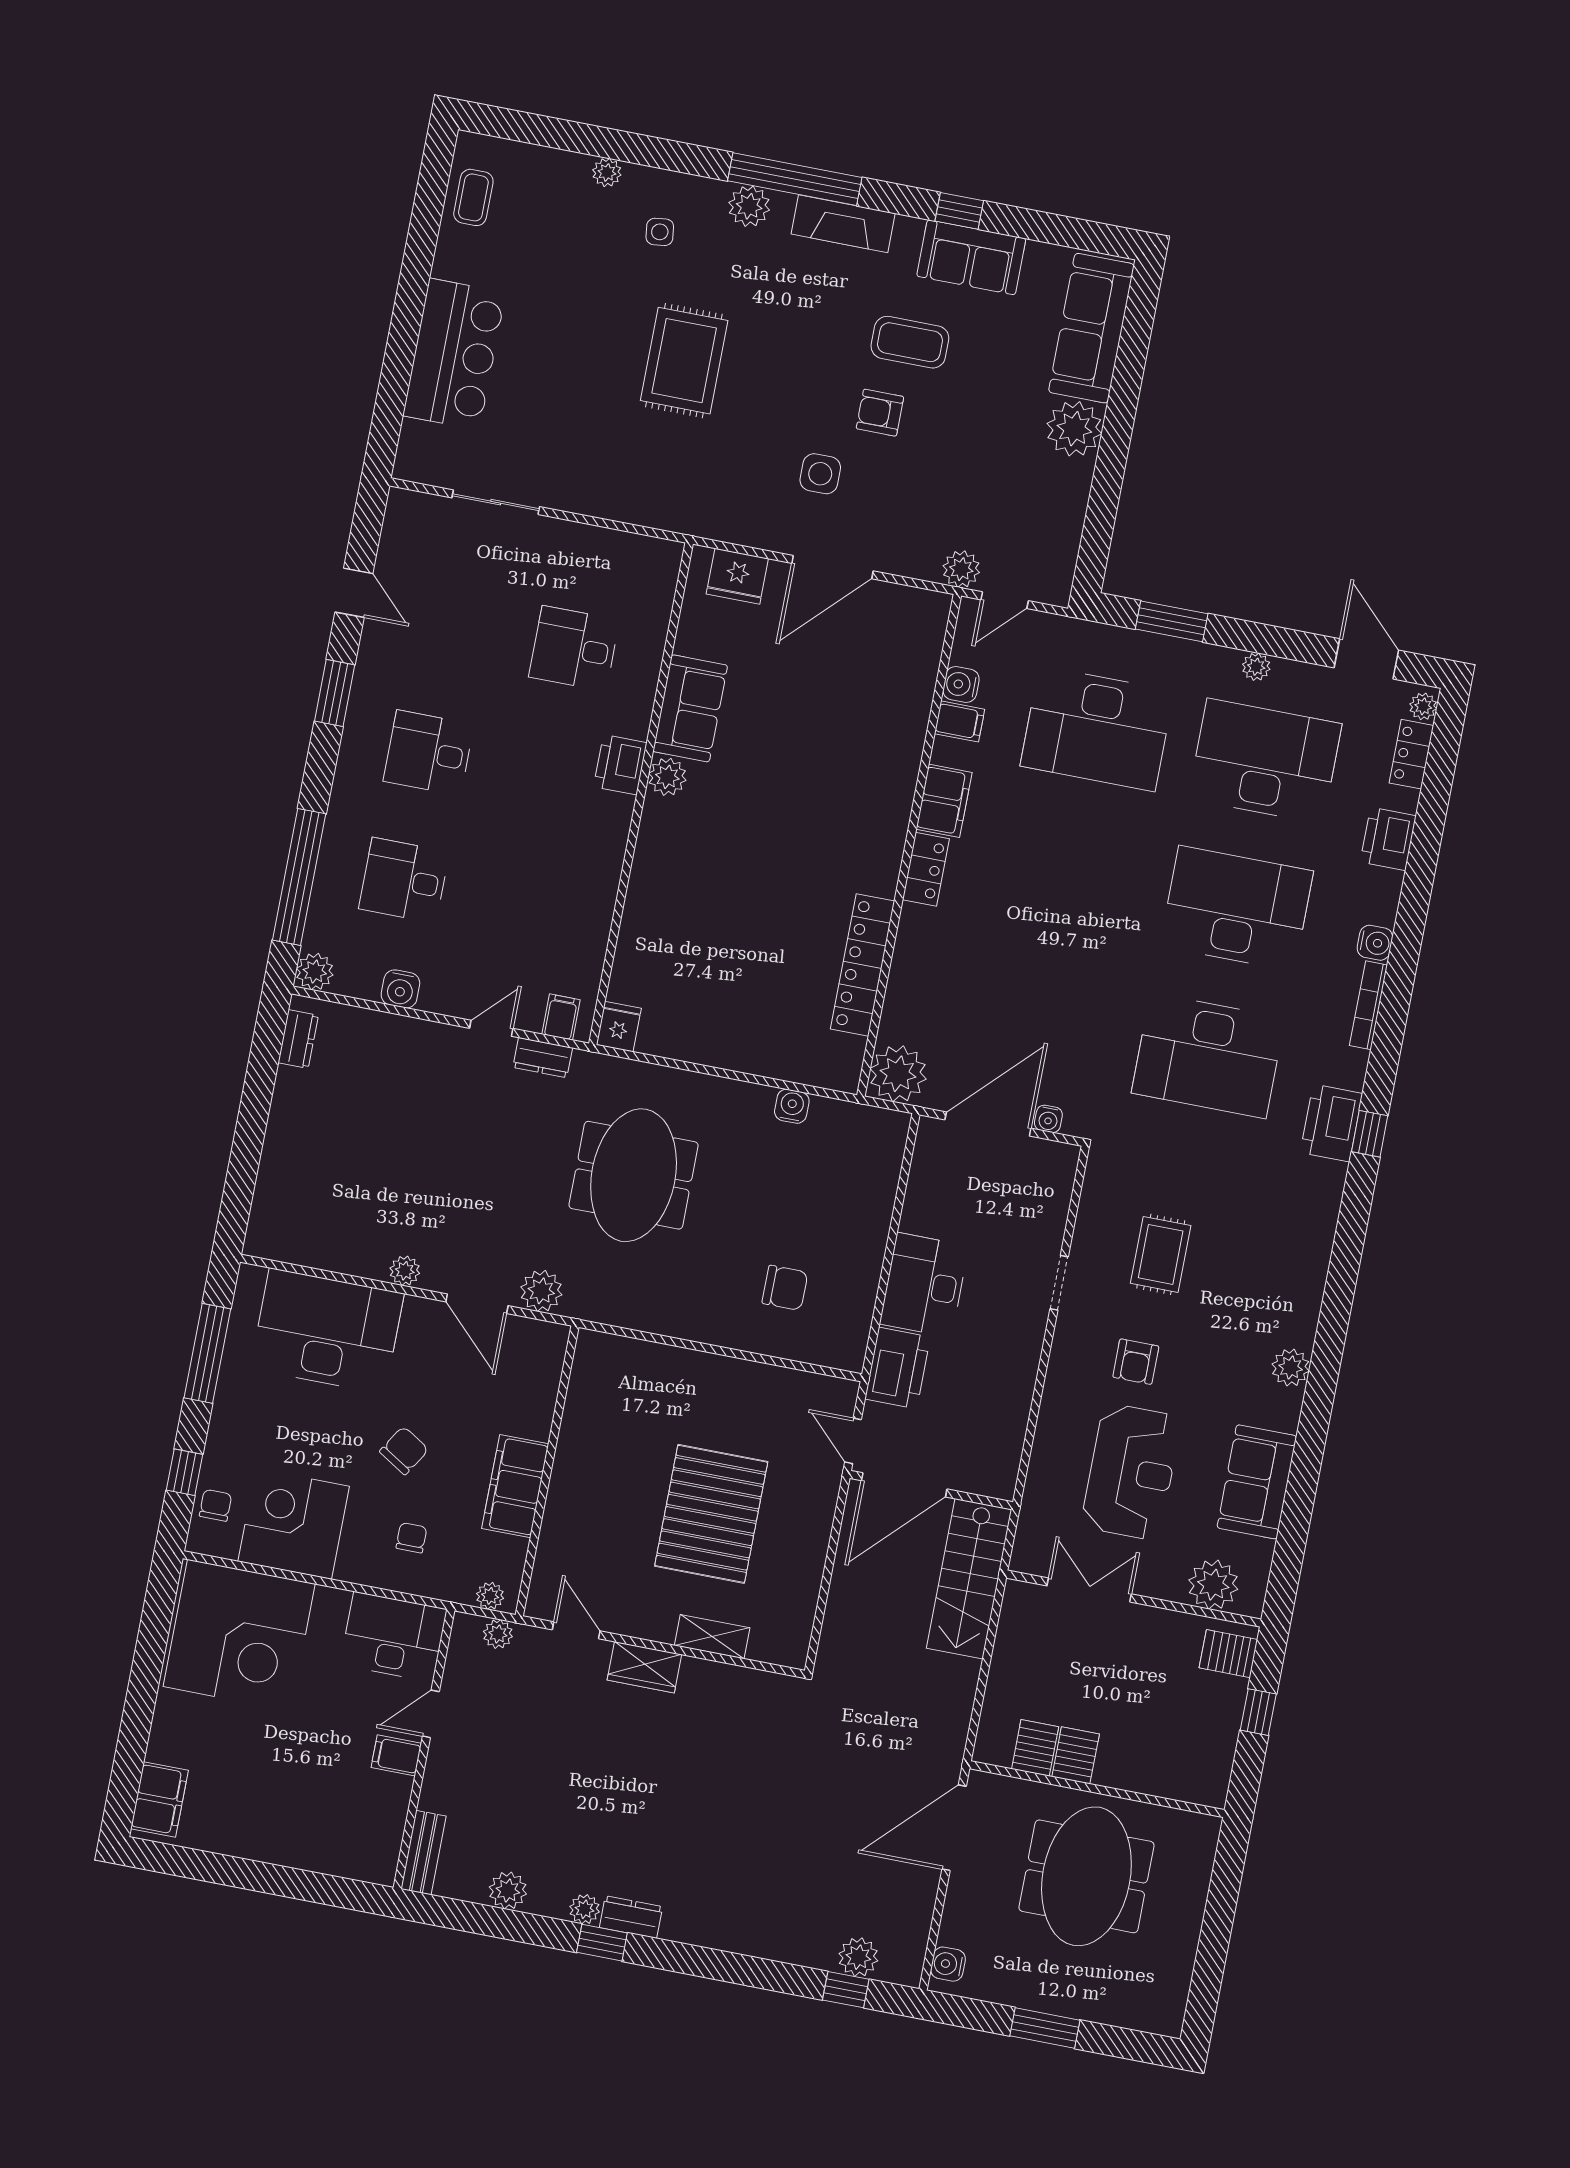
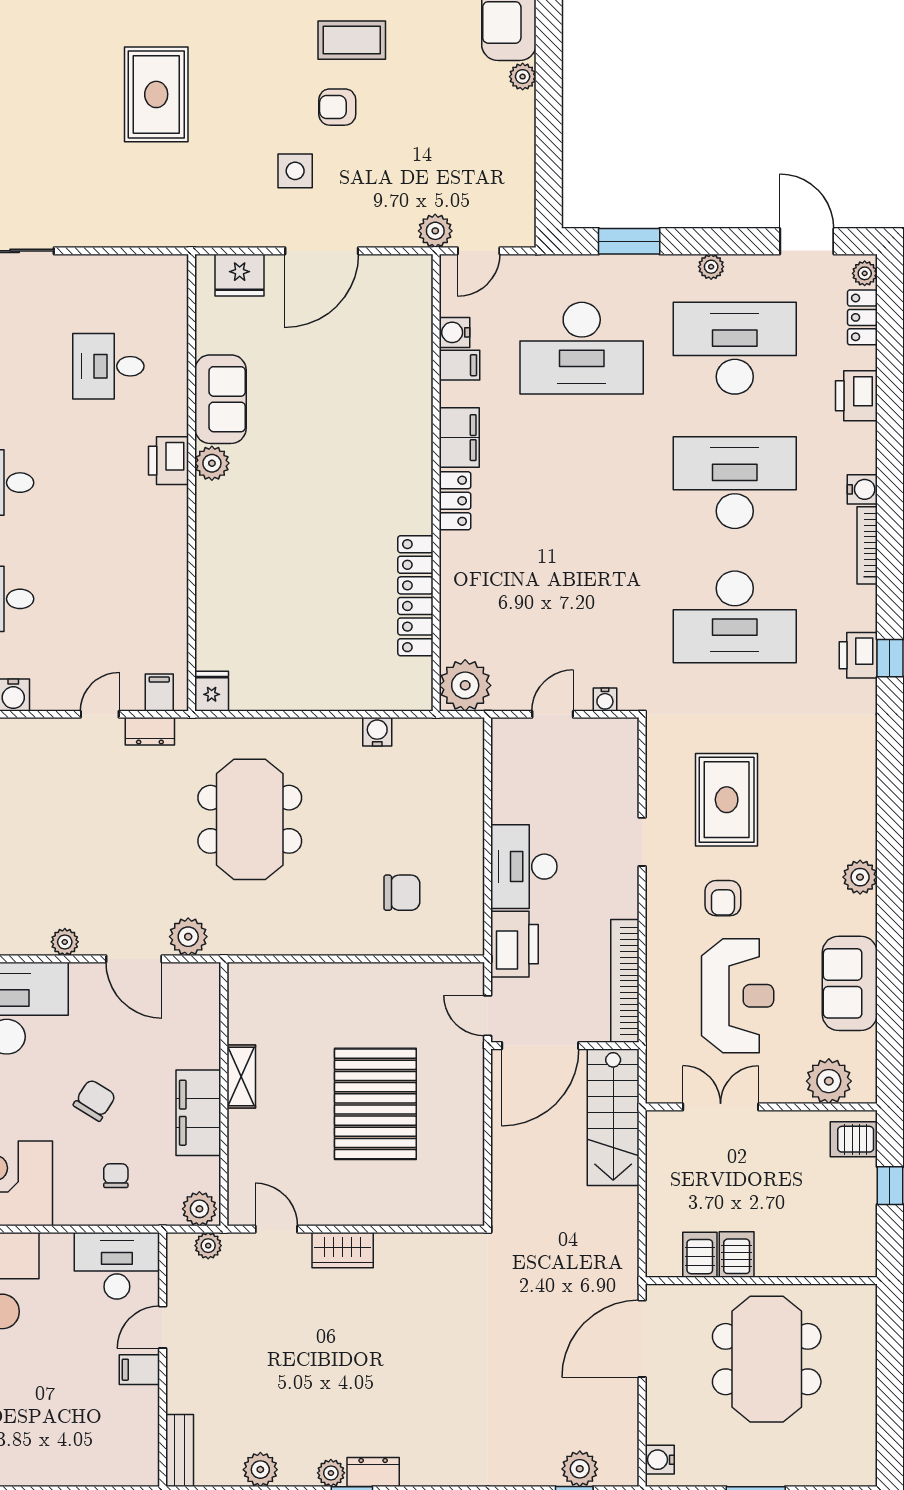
plant: (1074, 429) -> (523, 77), width x0.53, depth x0.53
printer: (1331, 1123) -> (858, 655), width x0.73, depth x0.84
door: (988, 1124) -> (553, 714), width x0.53
rug: (1161, 1254) -> (727, 800), width x1.36, depth x1.43
bookcase: (1011, 1432) -> (625, 981), added
plant: (490, 1596) -> (199, 1209), width x1.38, depth x1.38
shelving: (712, 1637) -> (241, 1076), moved, turned 90

